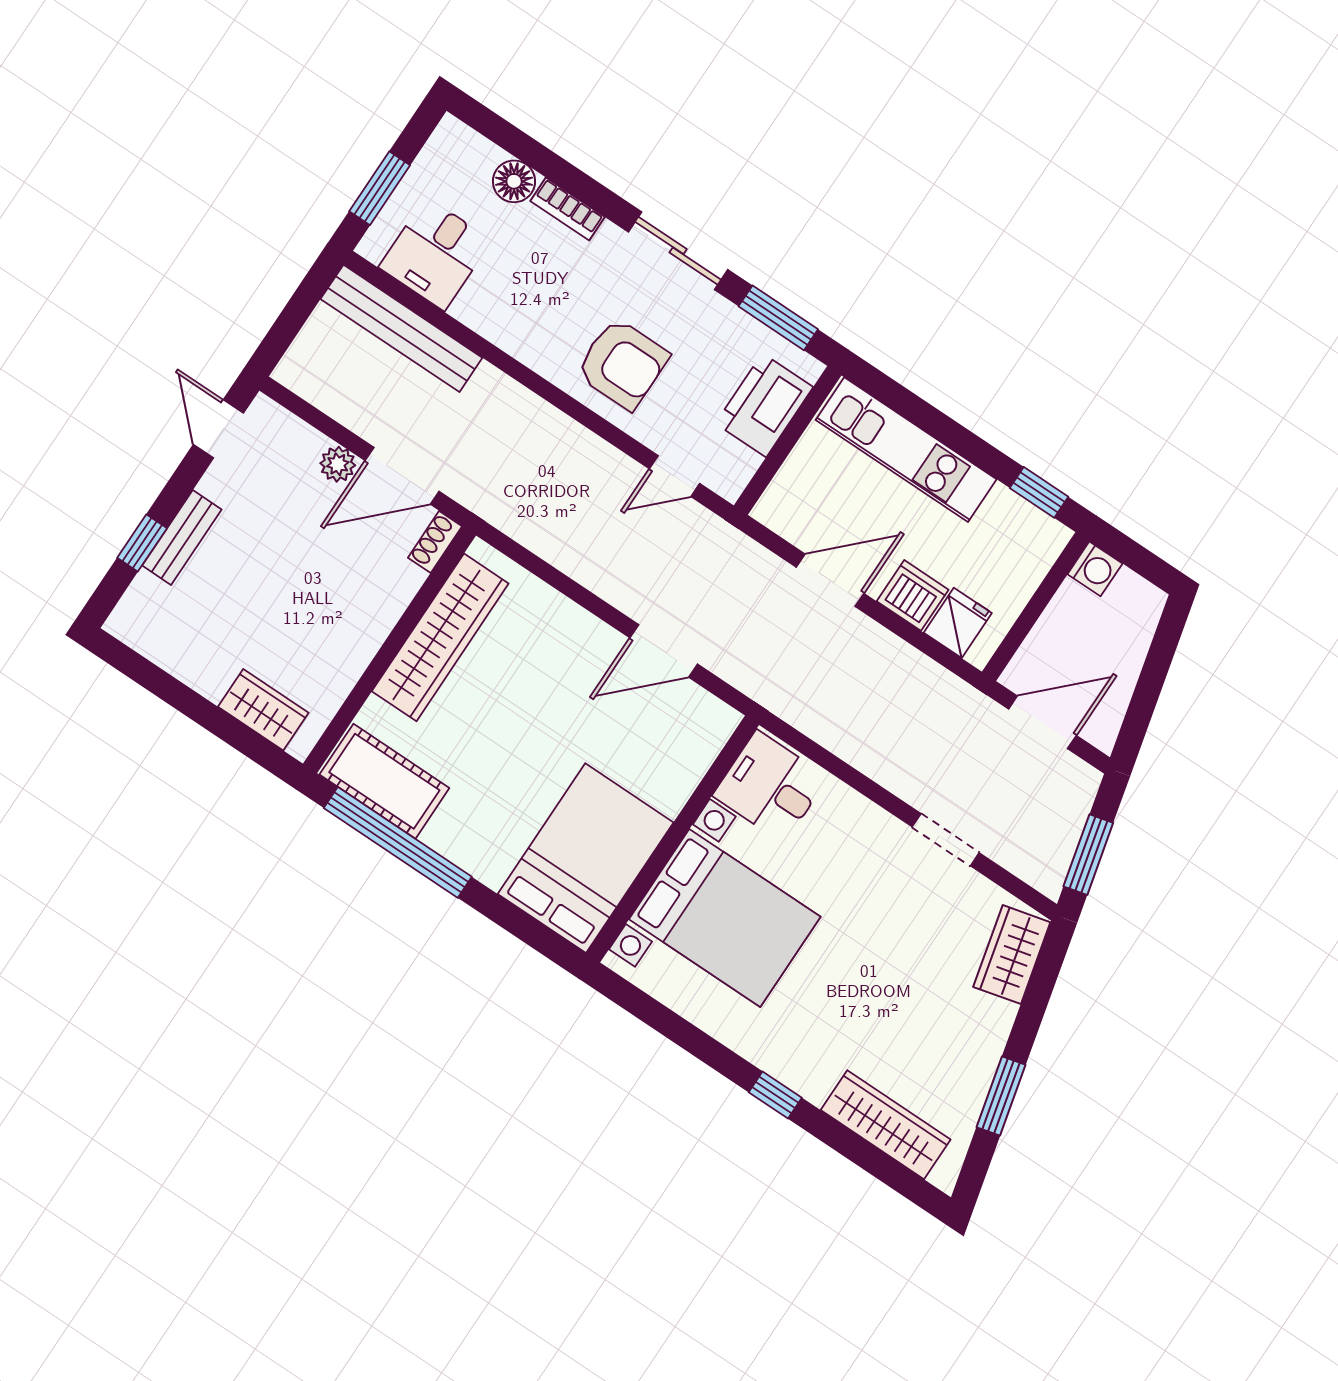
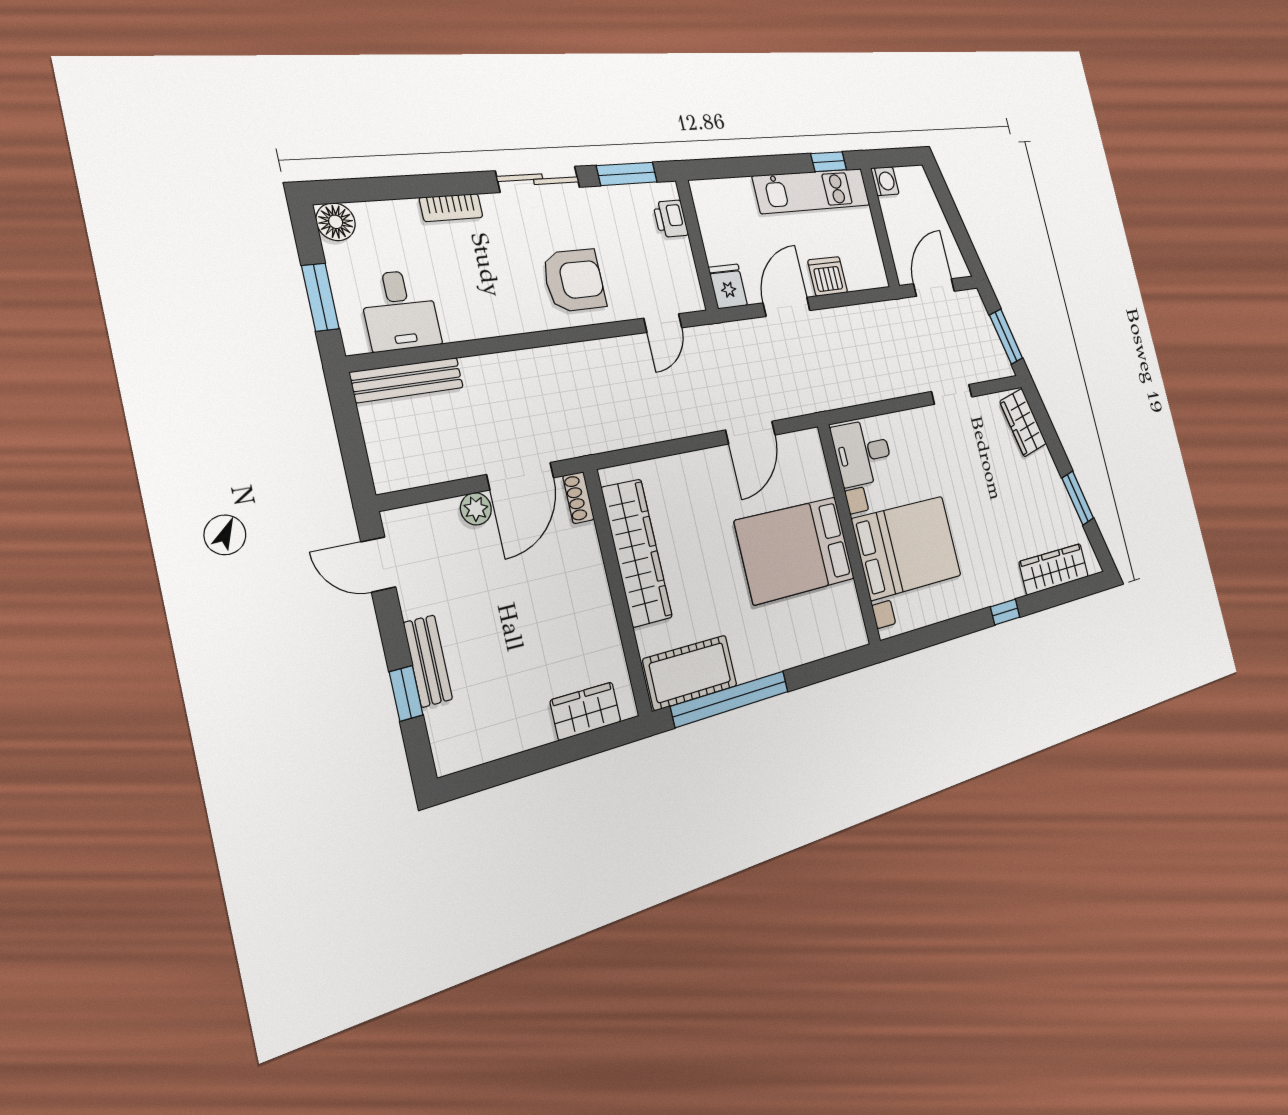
floor lamp: (514, 181) -> (336, 222), moved
bench: (401, 328) -> (407, 380), width x0.73, depth x0.82
printer: (764, 405) -> (671, 219), width x0.53, depth x0.68
kitchen unit: (906, 450) -> (812, 191), moved
fridge: (958, 623) -> (728, 286), moved
bed: (586, 858) -> (795, 550), moved, turned -90

